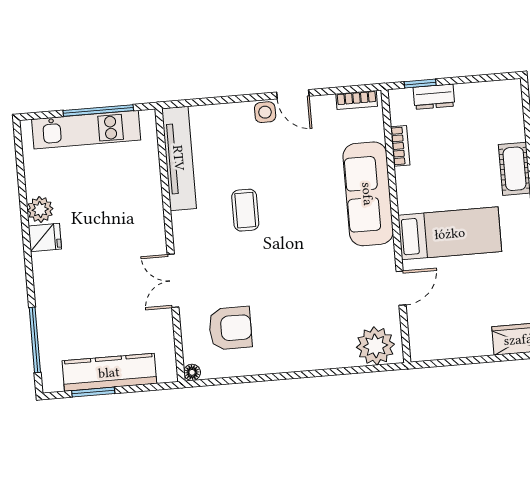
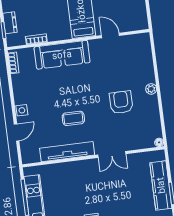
door: (293, 94) -> (17, 132), moved
tv unit: (179, 158) -> (67, 152), moved
armchair: (230, 328) -> (121, 102), moved
plant: (375, 346) -> (151, 89), moved, width x0.53, depth x0.53

